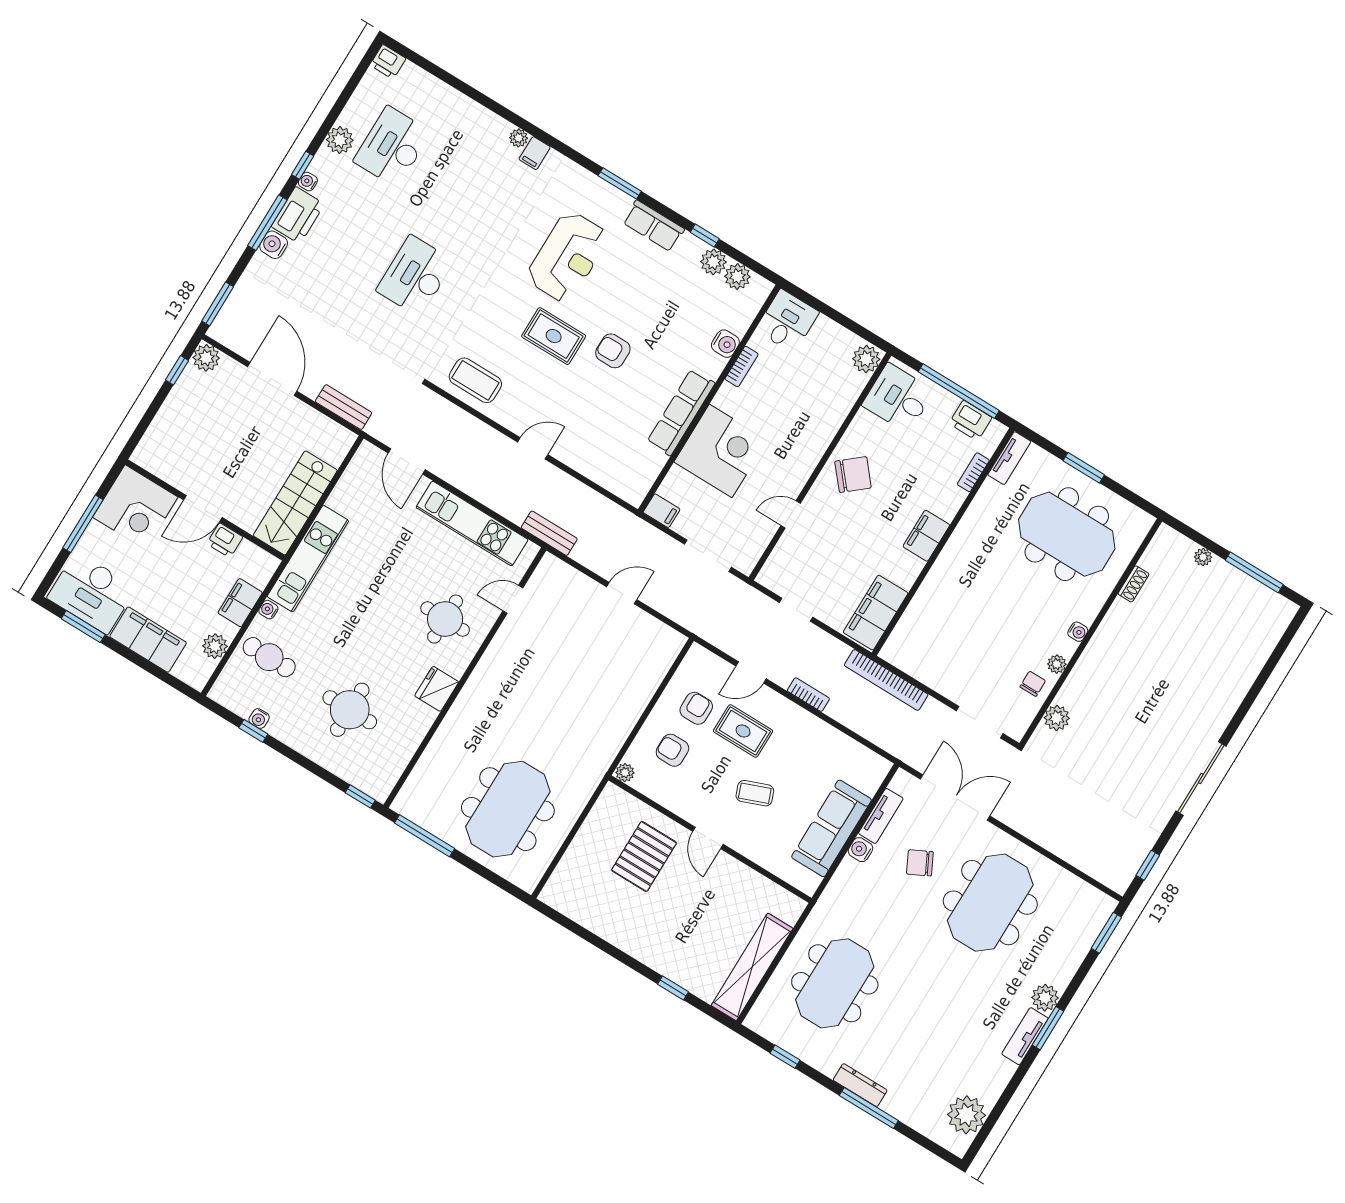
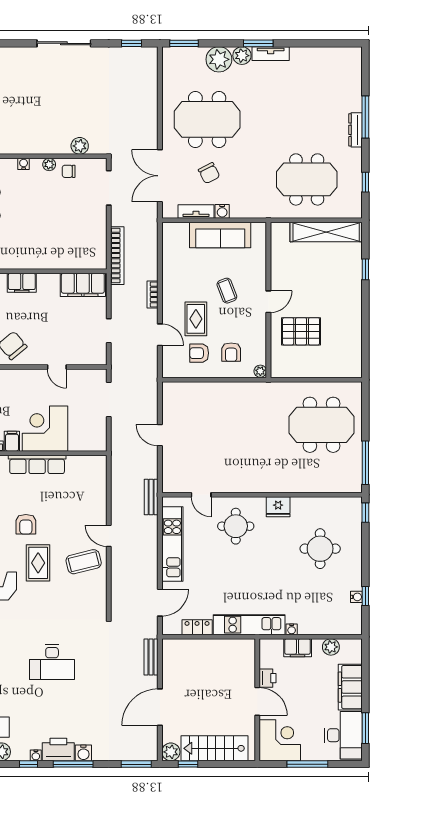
coffee table: (475, 380) -> (84, 562), moved, turned 76
locker: (346, 490) -> (197, 627), added
stairs: (295, 503) -> (214, 748), moved, turned 180
filing cabinet: (662, 511) -> (12, 441), moved
cafe table: (269, 657) -> (318, 612), removed
plant: (966, 1115) -> (219, 59), moved

